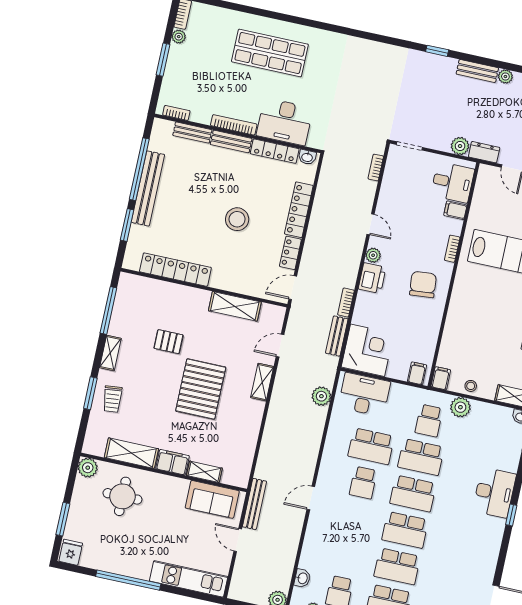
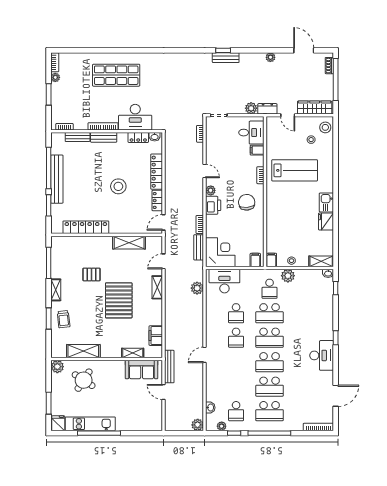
bench: (477, 71) -> (226, 58), moved
locker: (275, 151) -> (138, 137), width x0.66
school desk: (371, 446) -> (236, 313), width x0.54
filing cabinet: (172, 462) -> (156, 336), moved, turned -90
desk: (494, 493) -> (322, 355), moved
round table: (122, 496) -> (84, 380), turned 33
kitchen unit: (189, 579) -> (90, 424), moved

